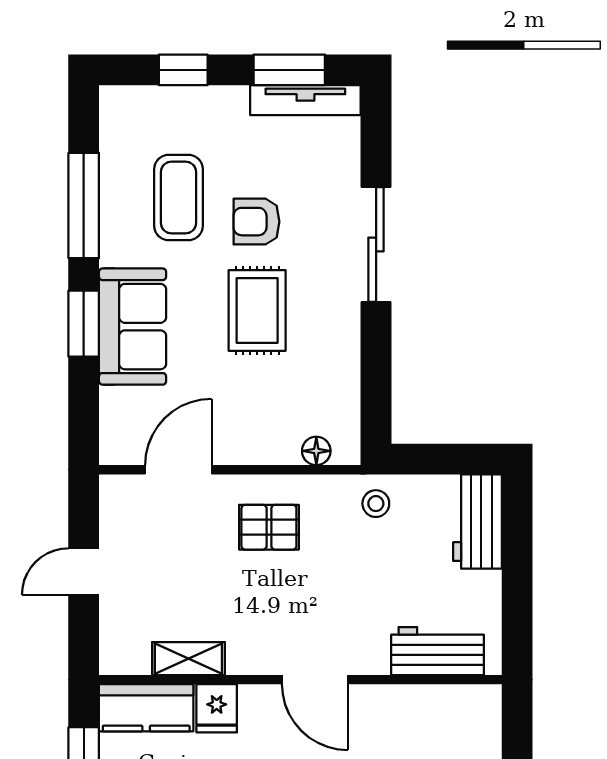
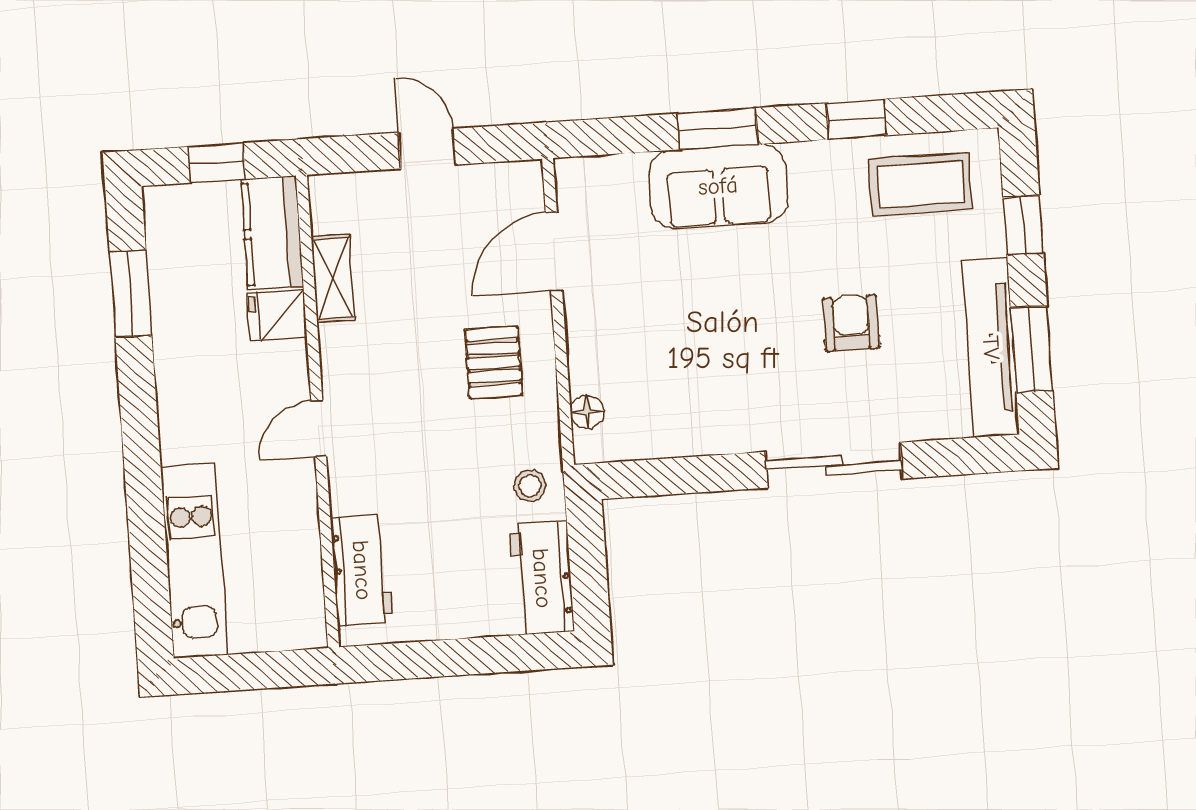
tv unit: (305, 100) -> (991, 348), width x1.36, depth x1.29
coffee table: (178, 197) -> (920, 184), moved
window: (84, 205) -> (856, 119), width x0.46
rug: (257, 310) -> (747, 331), removed
door: (178, 470) -> (554, 251), swing flipped
workbench: (478, 521) -> (542, 578), moved, turned -90
door: (315, 680) -> (319, 428), width x0.73

